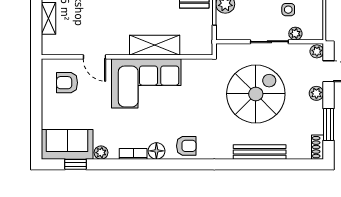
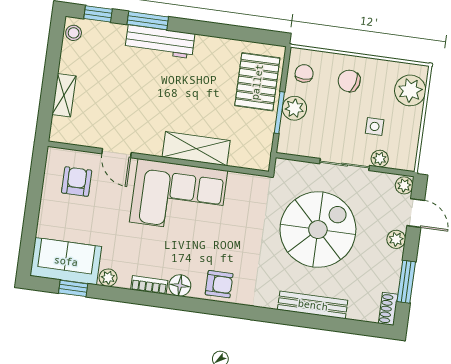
armchair: (67, 83) -> (77, 182), turned 90

